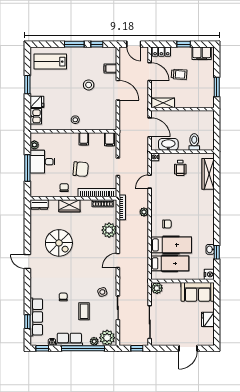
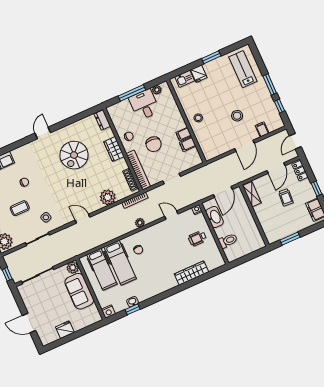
filing cabinet: (109, 139) -> (188, 144), moved
wardrobe: (208, 174) -> (192, 273), moved
sofa: (198, 292) -> (79, 291), moved

